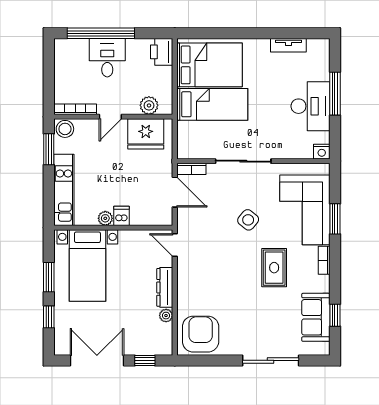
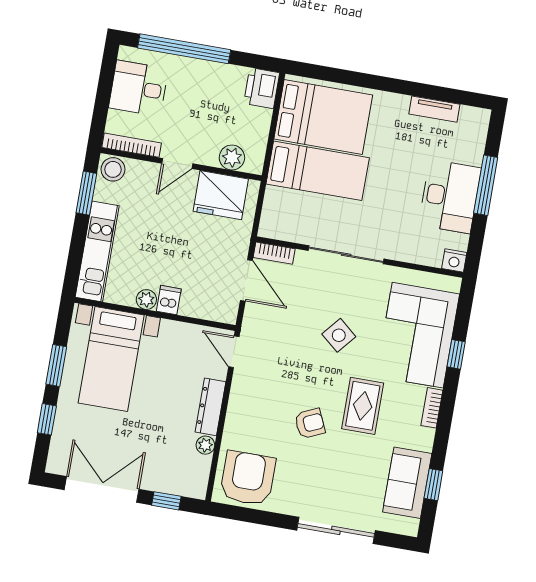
desk: (107, 58) -> (139, 88), moved, turned -90
window: (335, 219) -> (456, 354), width x0.67
armchair: (238, 287) -> (310, 423), added

